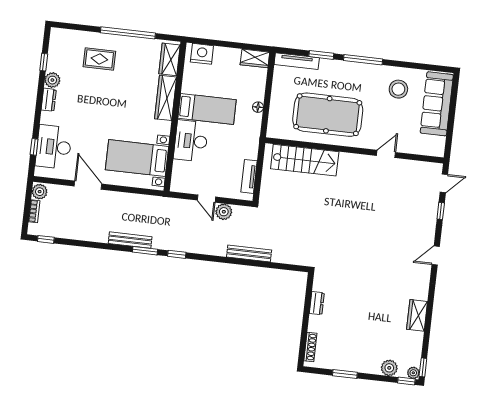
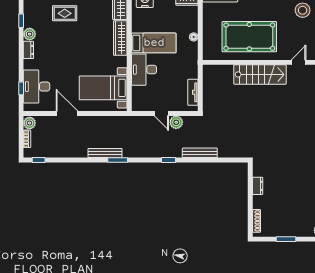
stairs: (305, 160) -> (260, 74), moved
window: (177, 254) -> (169, 160), moved

